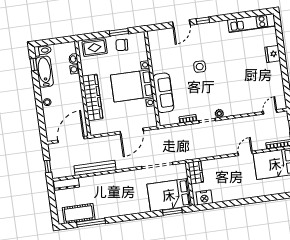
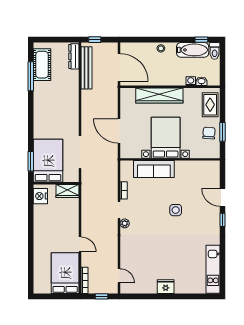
fridge: (272, 54) -> (166, 287), moved
bench: (95, 168) -> (86, 68), moved

